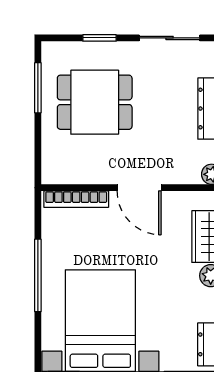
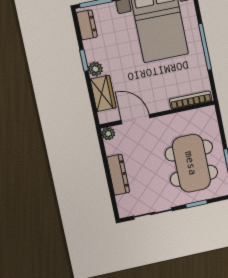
dining table: (95, 102) -> (191, 163), width x1.38
door: (139, 188) -> (136, 119), moved

